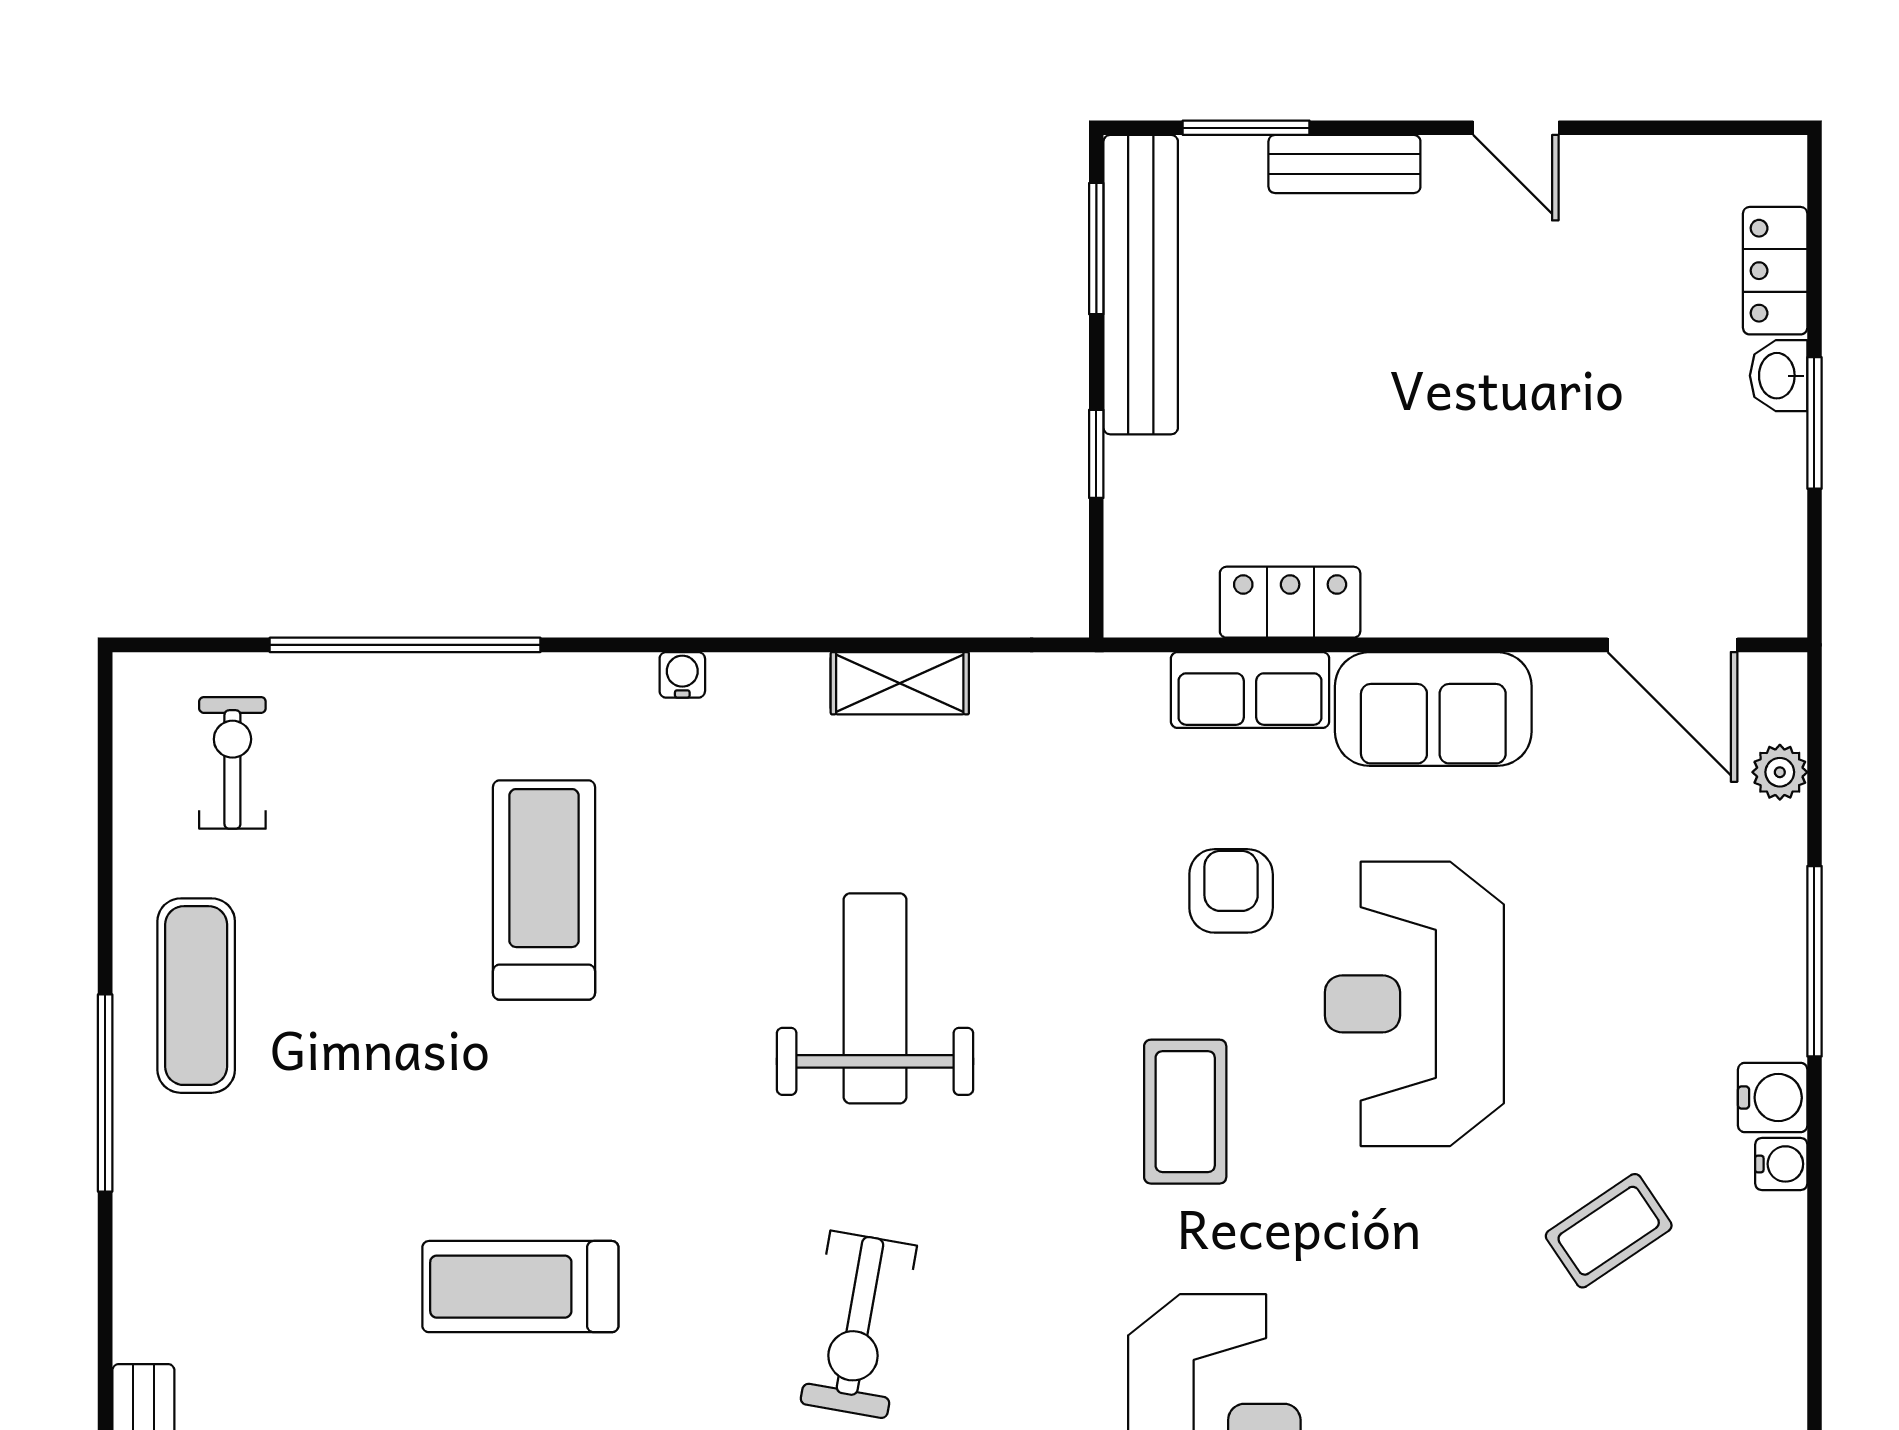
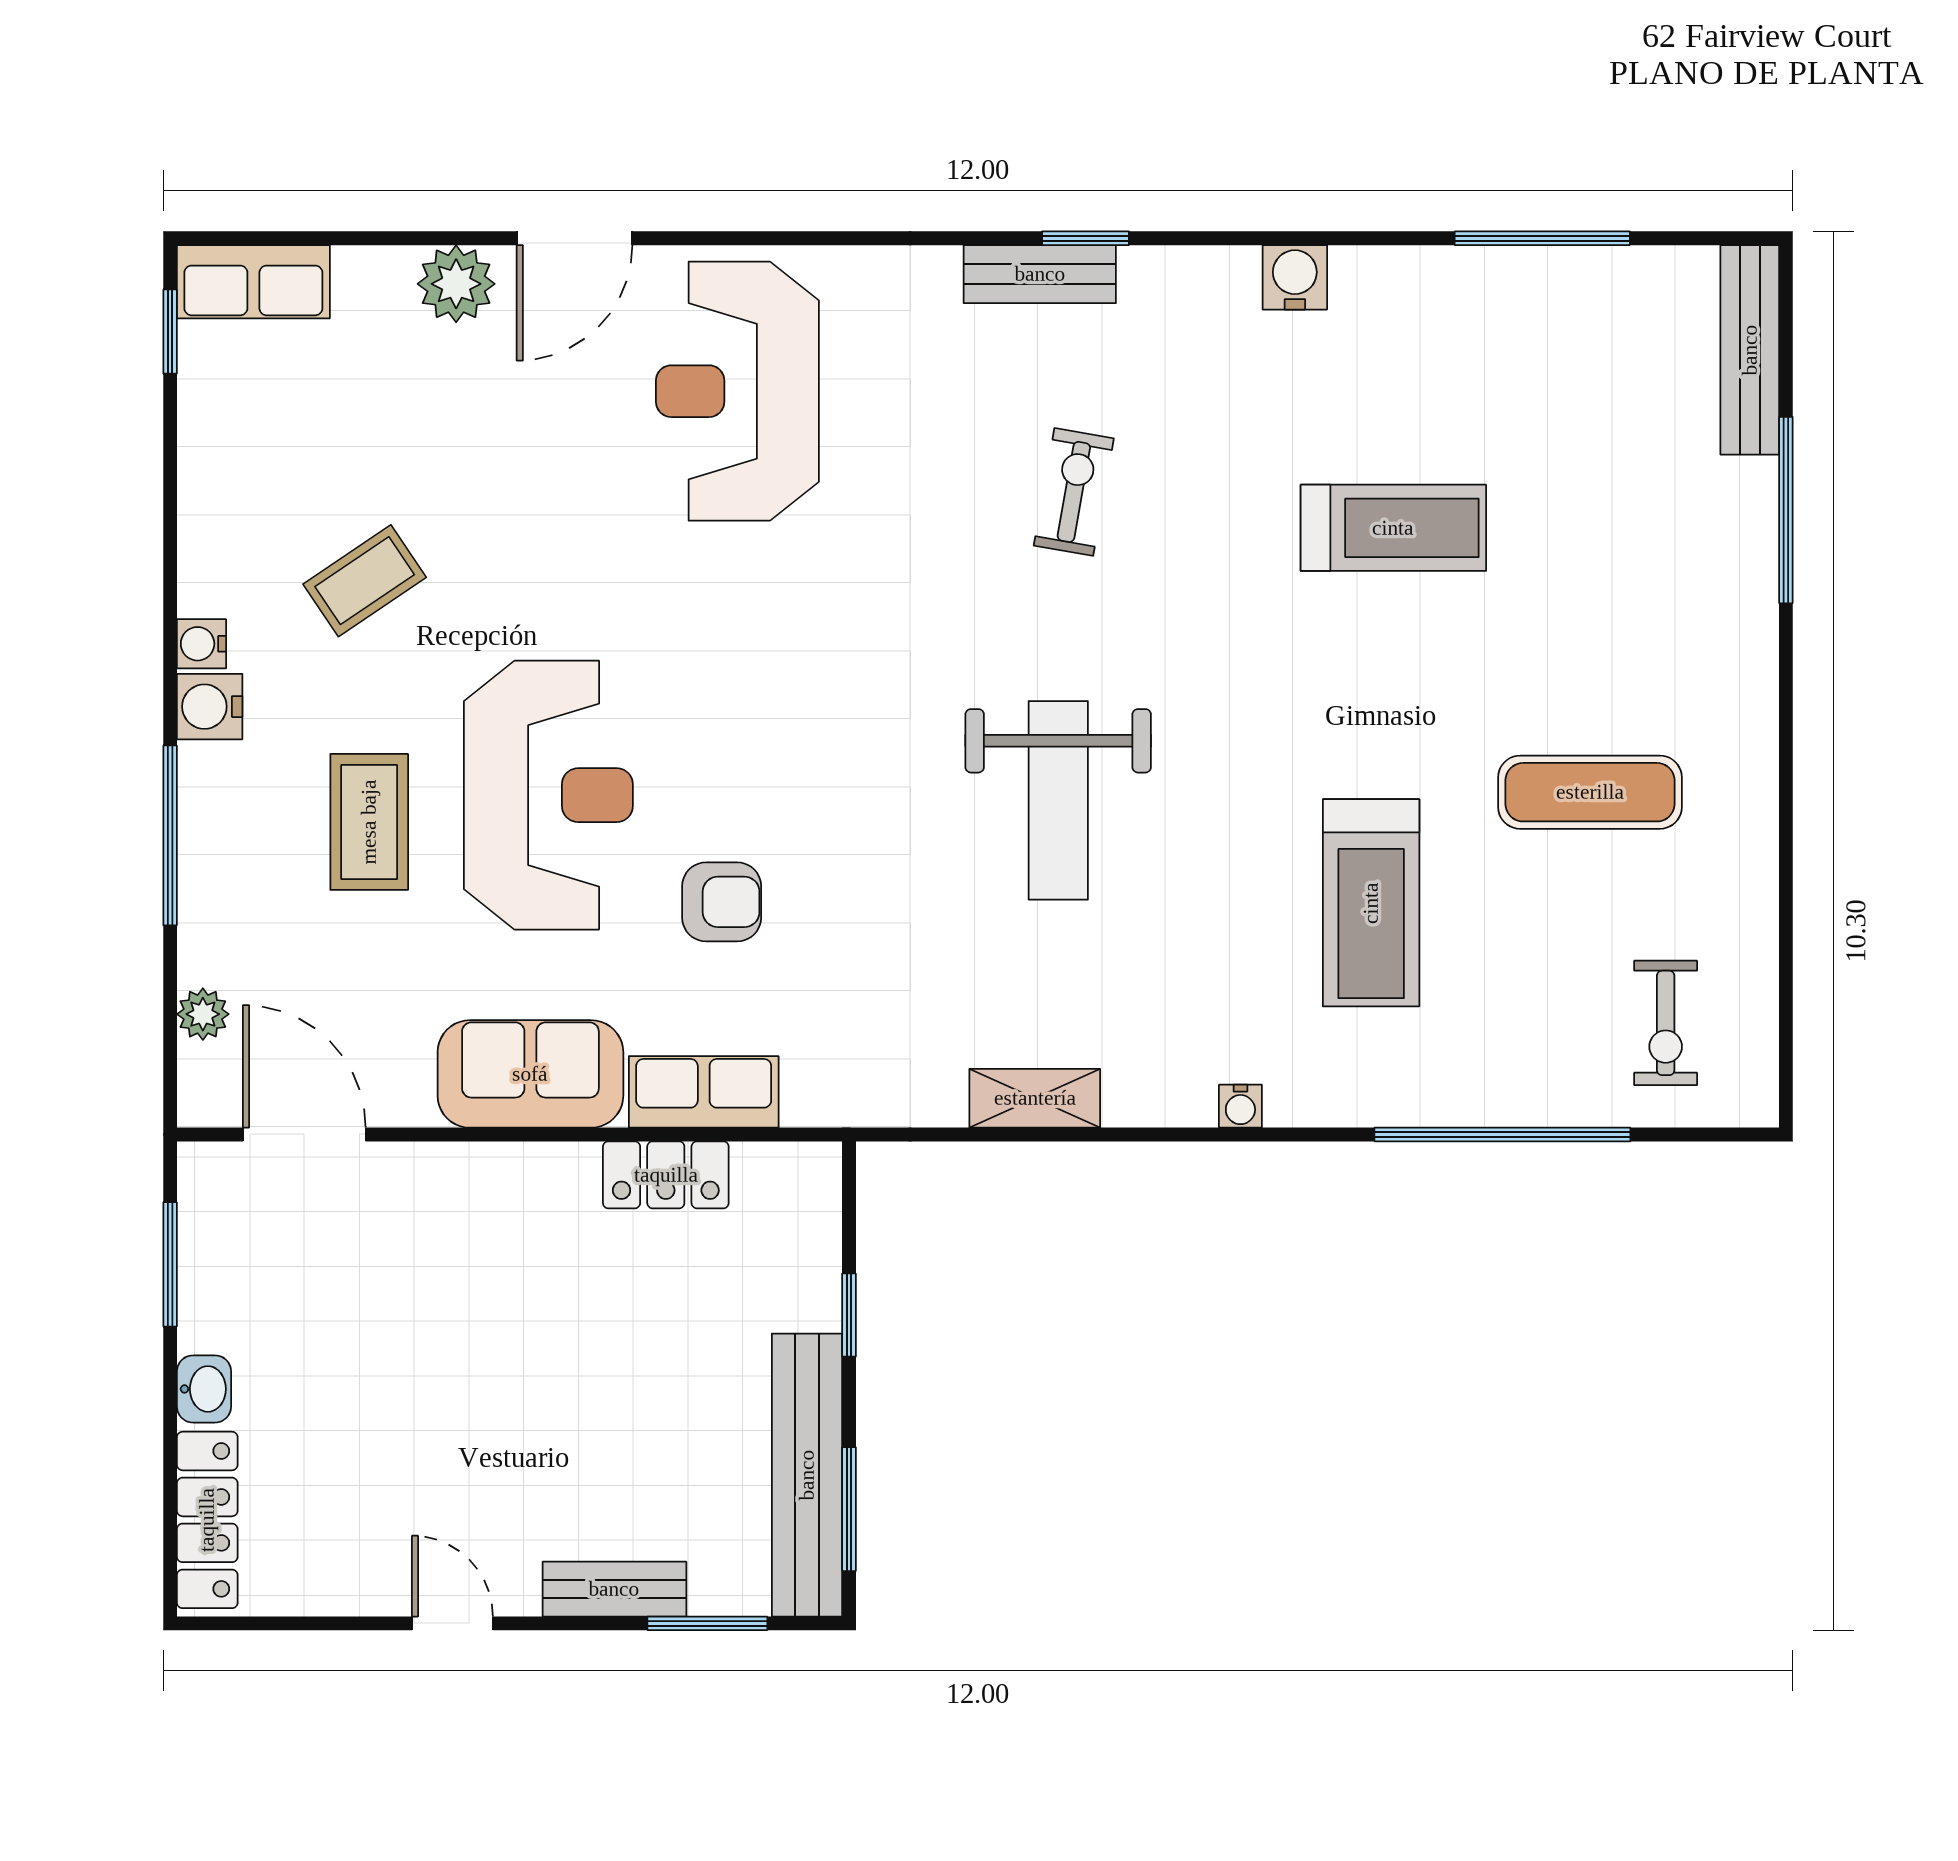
locker: (1775, 271) -> (207, 1520), width x1.53
window: (1814, 423) -> (170, 1264), moved
armchair: (1231, 891) -> (722, 902), turned -90
exercise mat: (196, 996) -> (1590, 792), moved, turned 90
window: (105, 1093) -> (1786, 510), moved
coffee table: (1185, 1112) -> (369, 822), moved
exercise bike: (858, 1325) -> (1074, 492), width x0.73, depth x0.72

